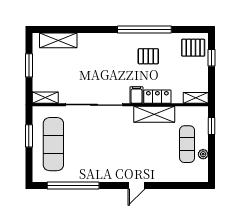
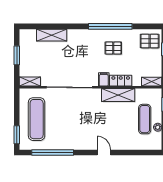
shelving: (58, 40) -> (52, 35), moved
window: (29, 136) -> (17, 135), moved
door: (136, 185) -> (104, 153), swing flipped

